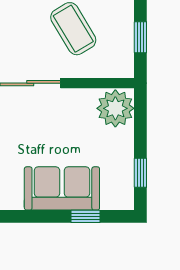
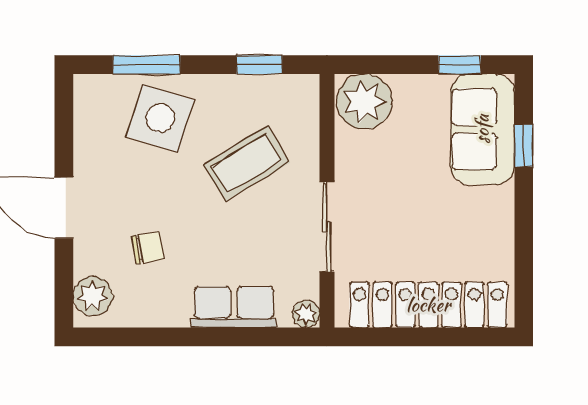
sofa: (62, 188) -> (482, 129), moved

